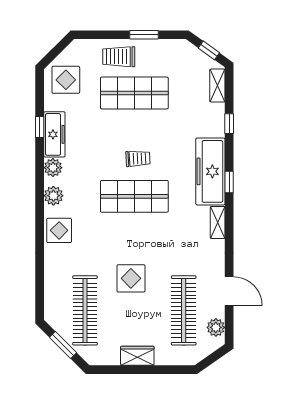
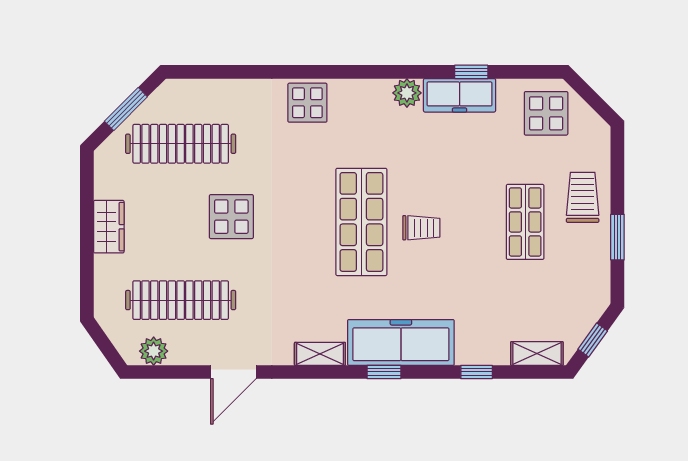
shop shelf: (134, 93) -> (525, 222), width x0.70, depth x0.74
trolley: (138, 159) -> (421, 228), turned -87
plant: (53, 196) -> (362, 94), removed
door: (229, 291) -> (233, 372), moved

